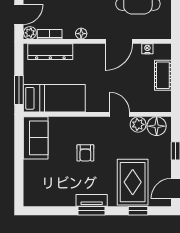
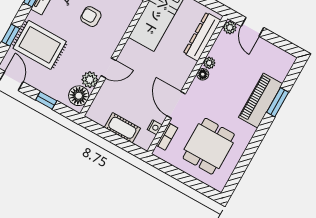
plant: (69, 33) -> (209, 63), added
bookcase: (50, 34) -> (167, 137), moved

